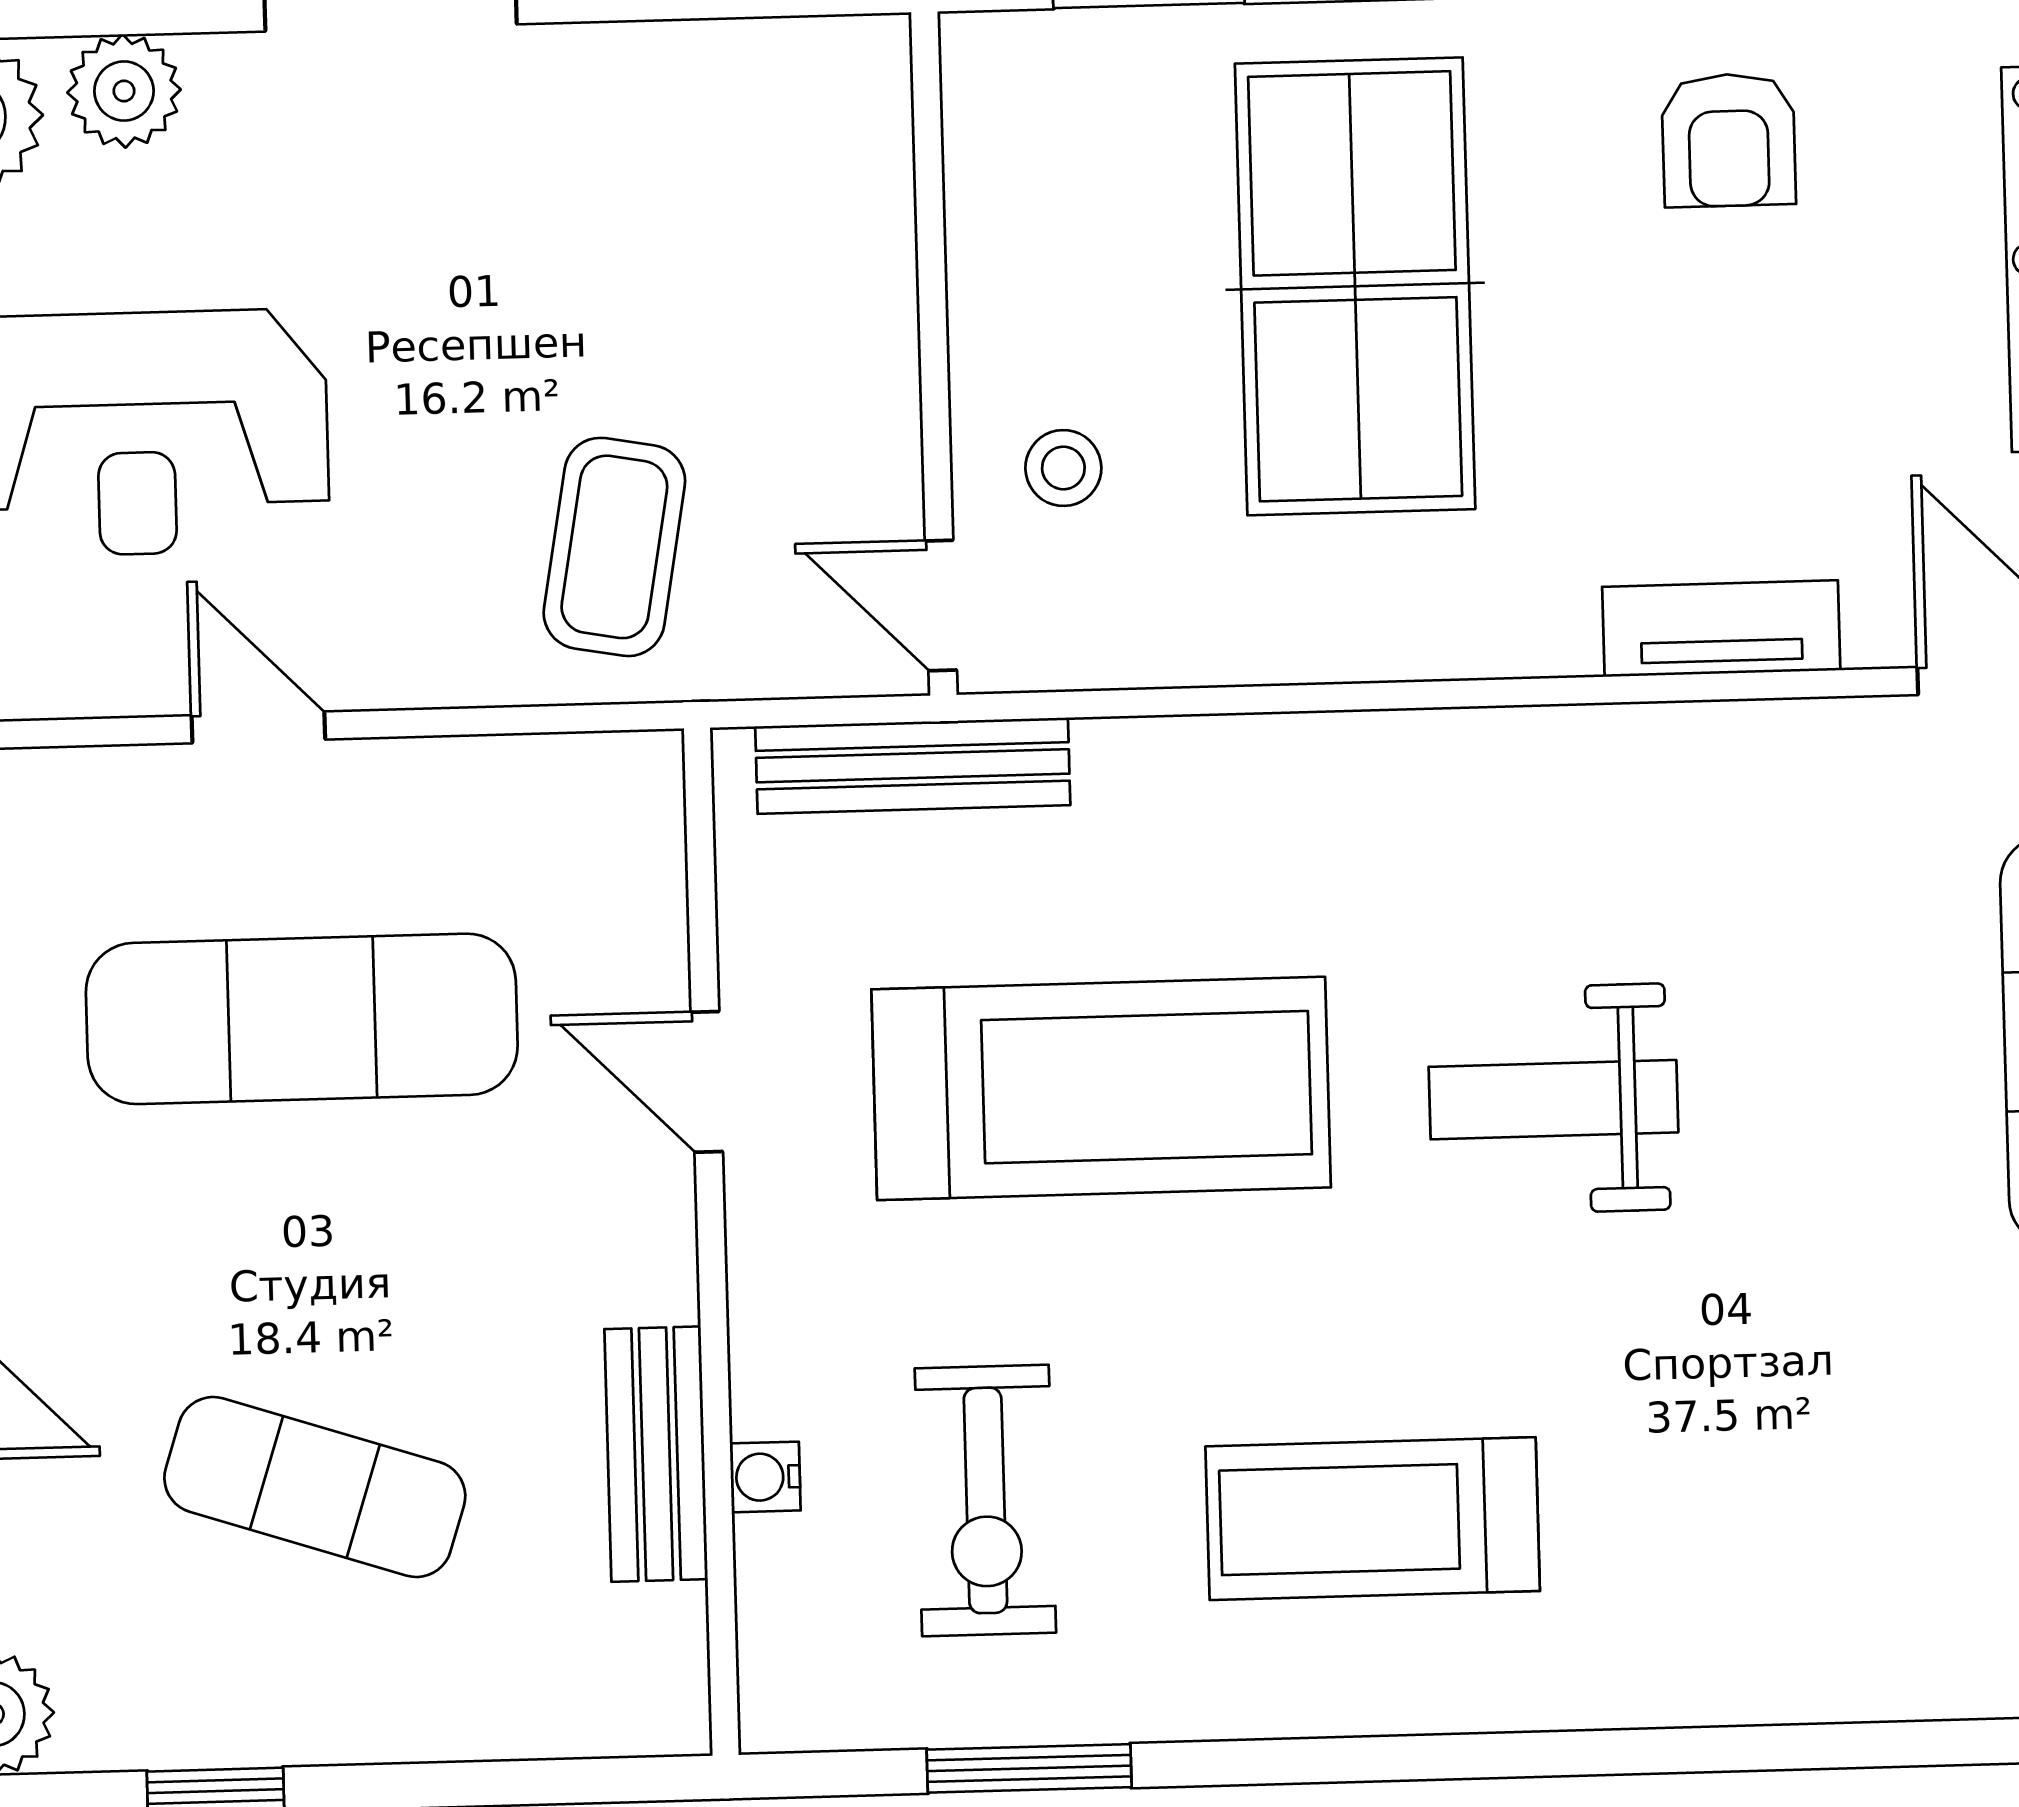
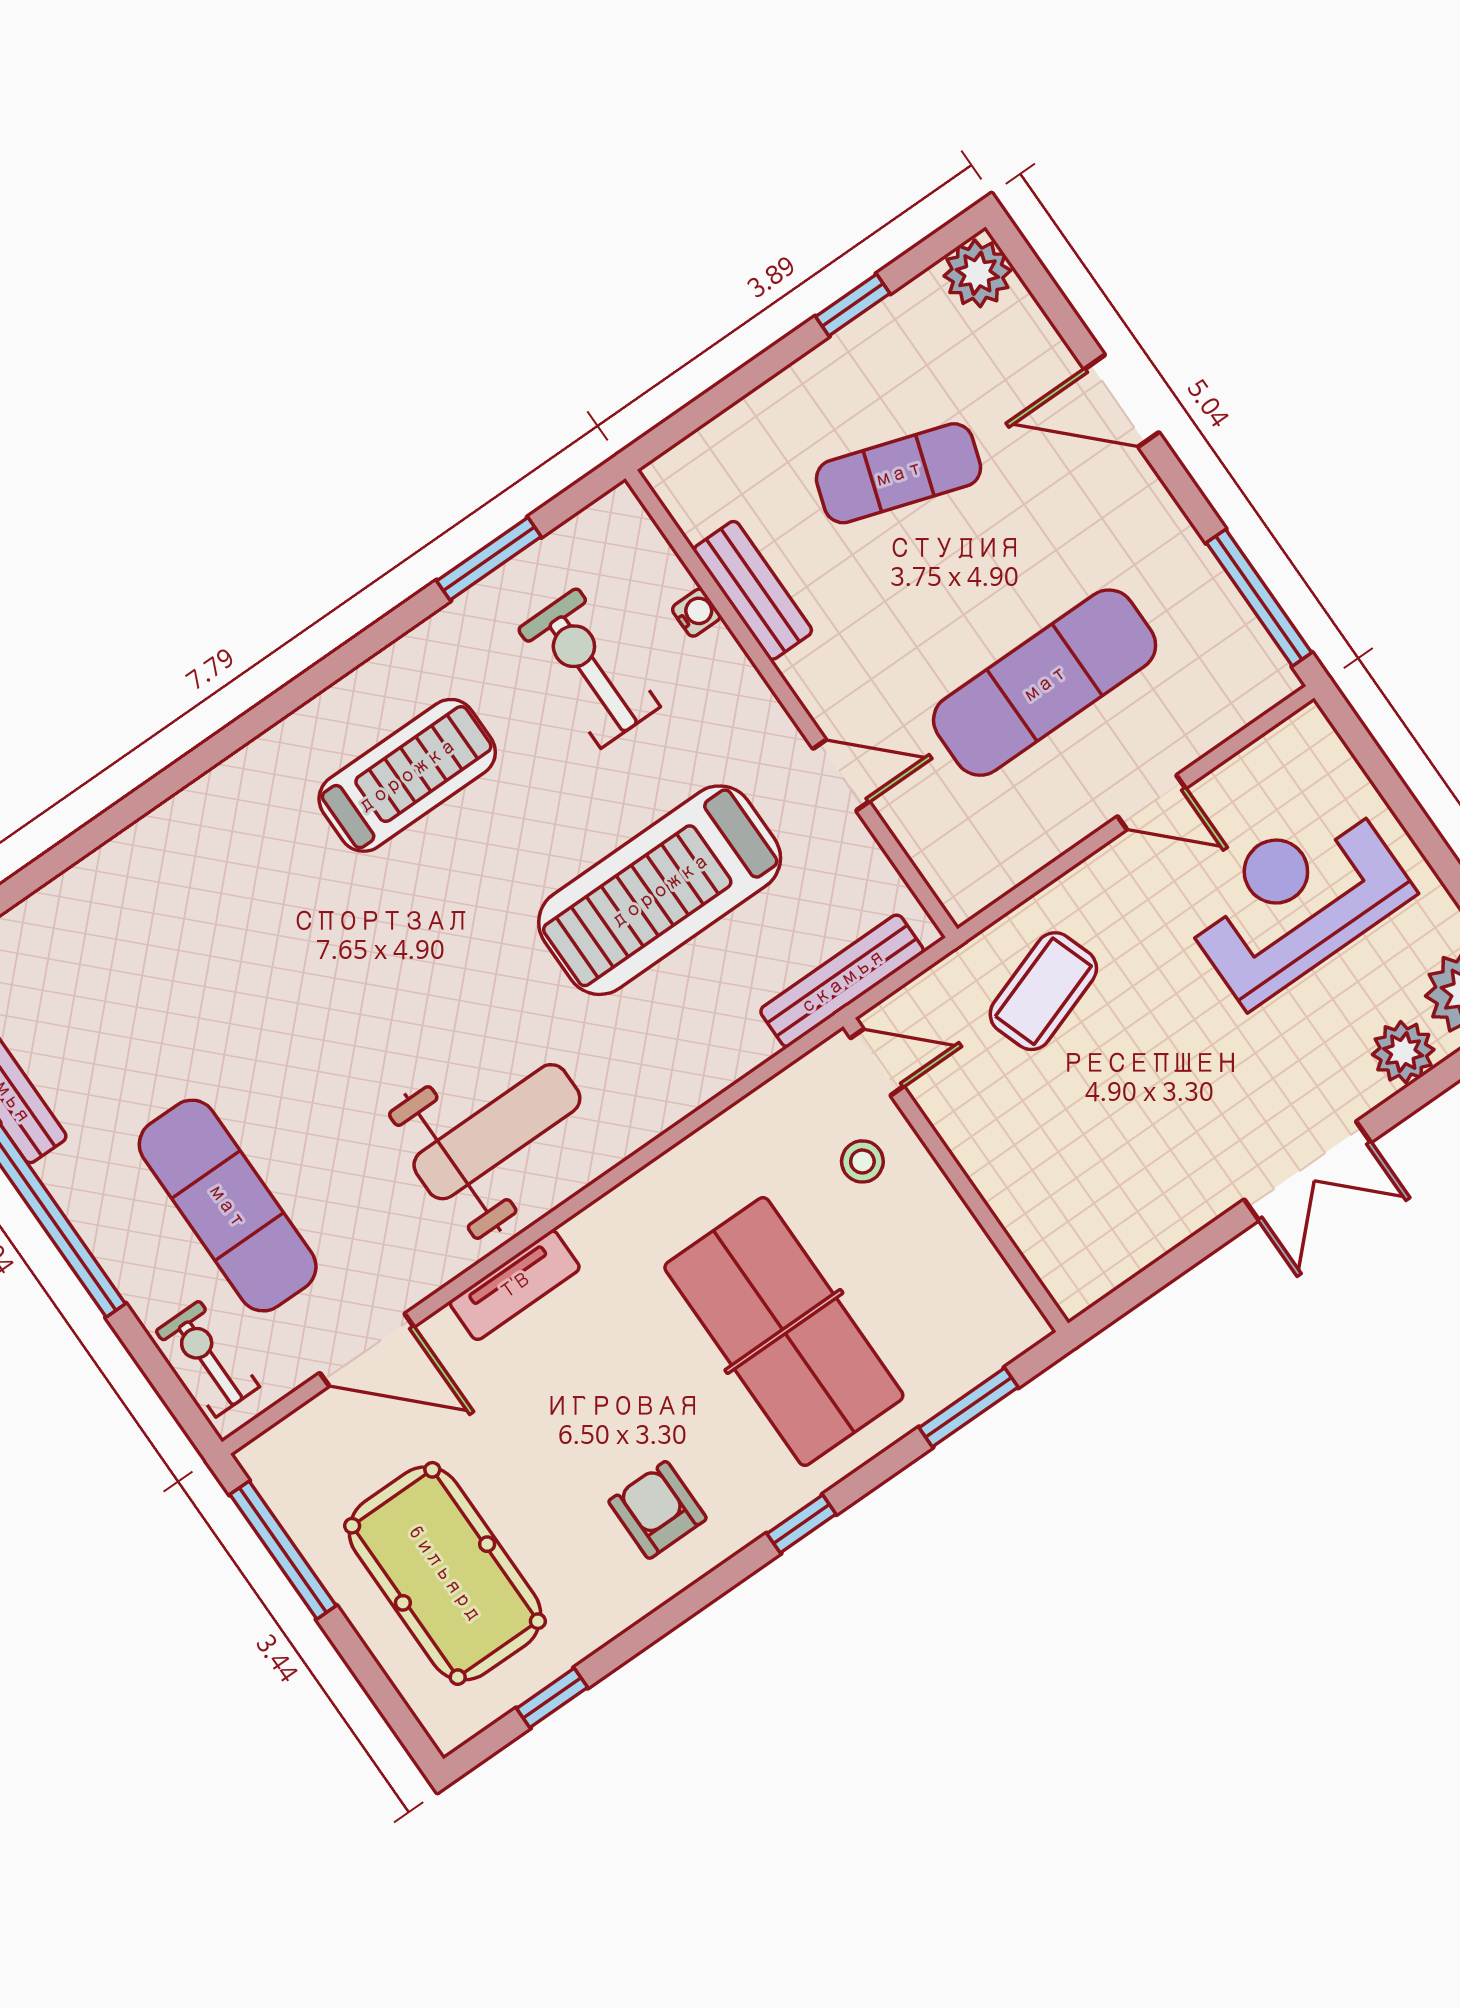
coffee table: (614, 547) -> (1043, 991), turned 61
weight bench: (1553, 1100) -> (497, 1132), moved, width x1.36, depth x1.33

